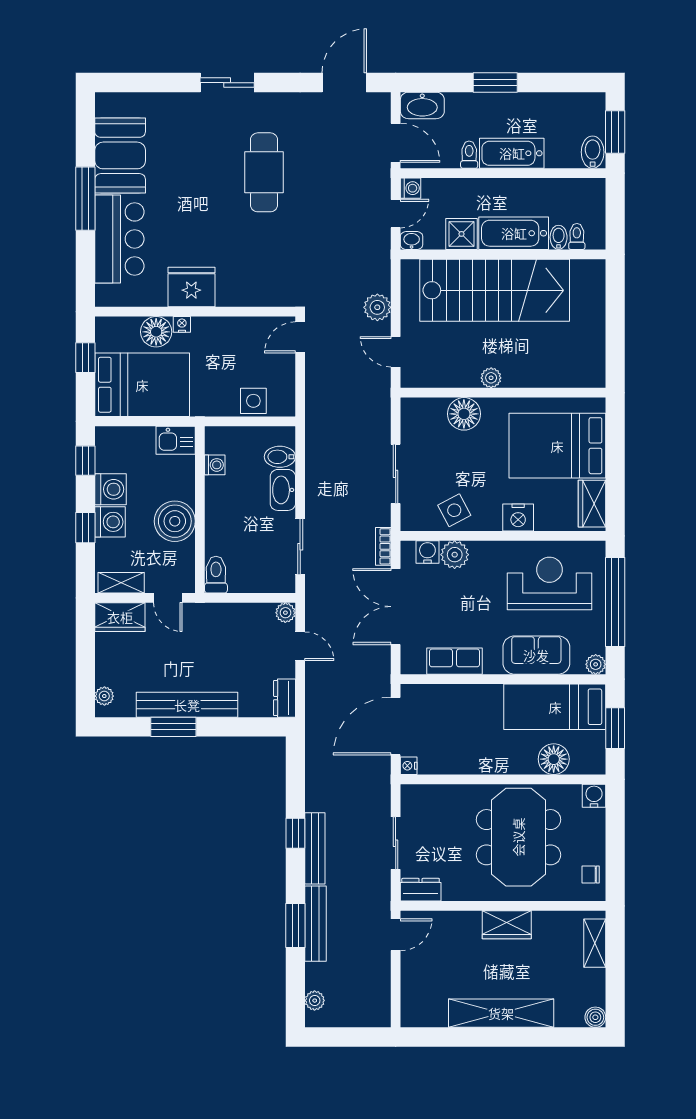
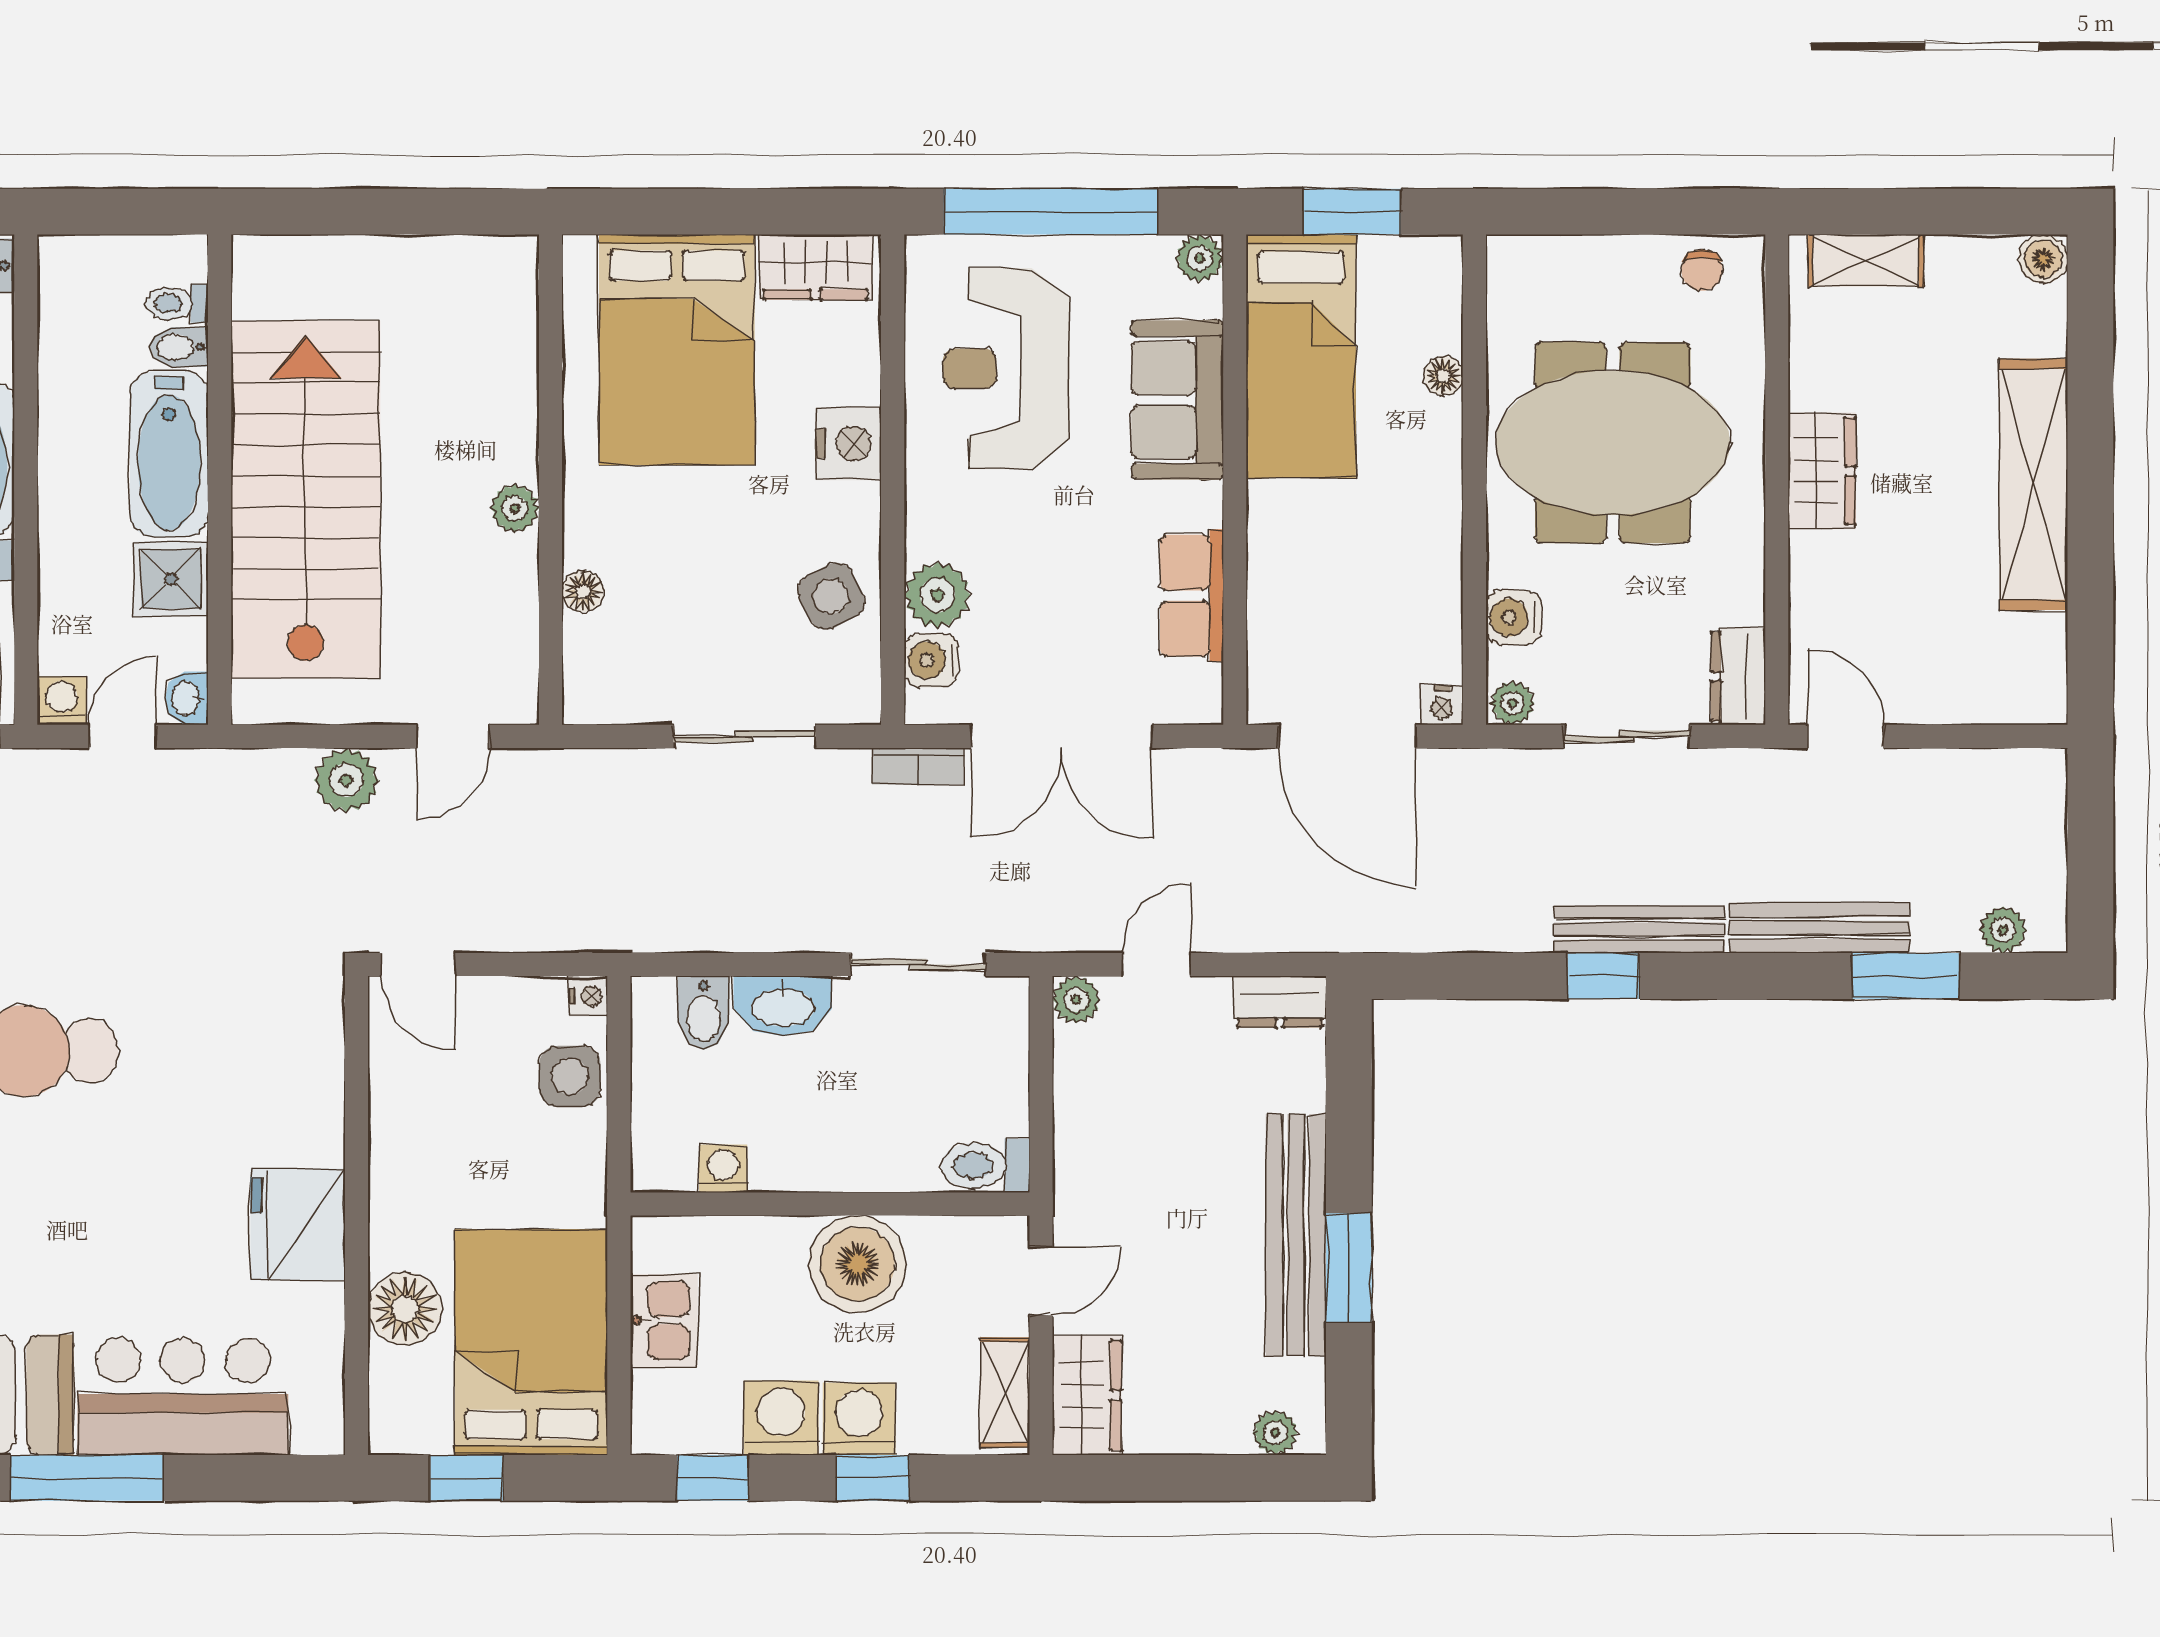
door: (396, 214) -> (122, 736), hinge flipped
nightstand: (182, 324) -> (588, 996), moved, turned 180
floor lamp: (464, 414) -> (583, 591), width x0.53, depth x0.53
kitchen sink: (176, 440) -> (664, 1321), moved
floor lamp: (554, 759) -> (1443, 376), width x0.53, depth x0.53
plant: (410, 795) -> (1513, 703), added
water cooler: (594, 796) -> (1513, 617), moved
window: (295, 925) -> (1906, 976), moved

